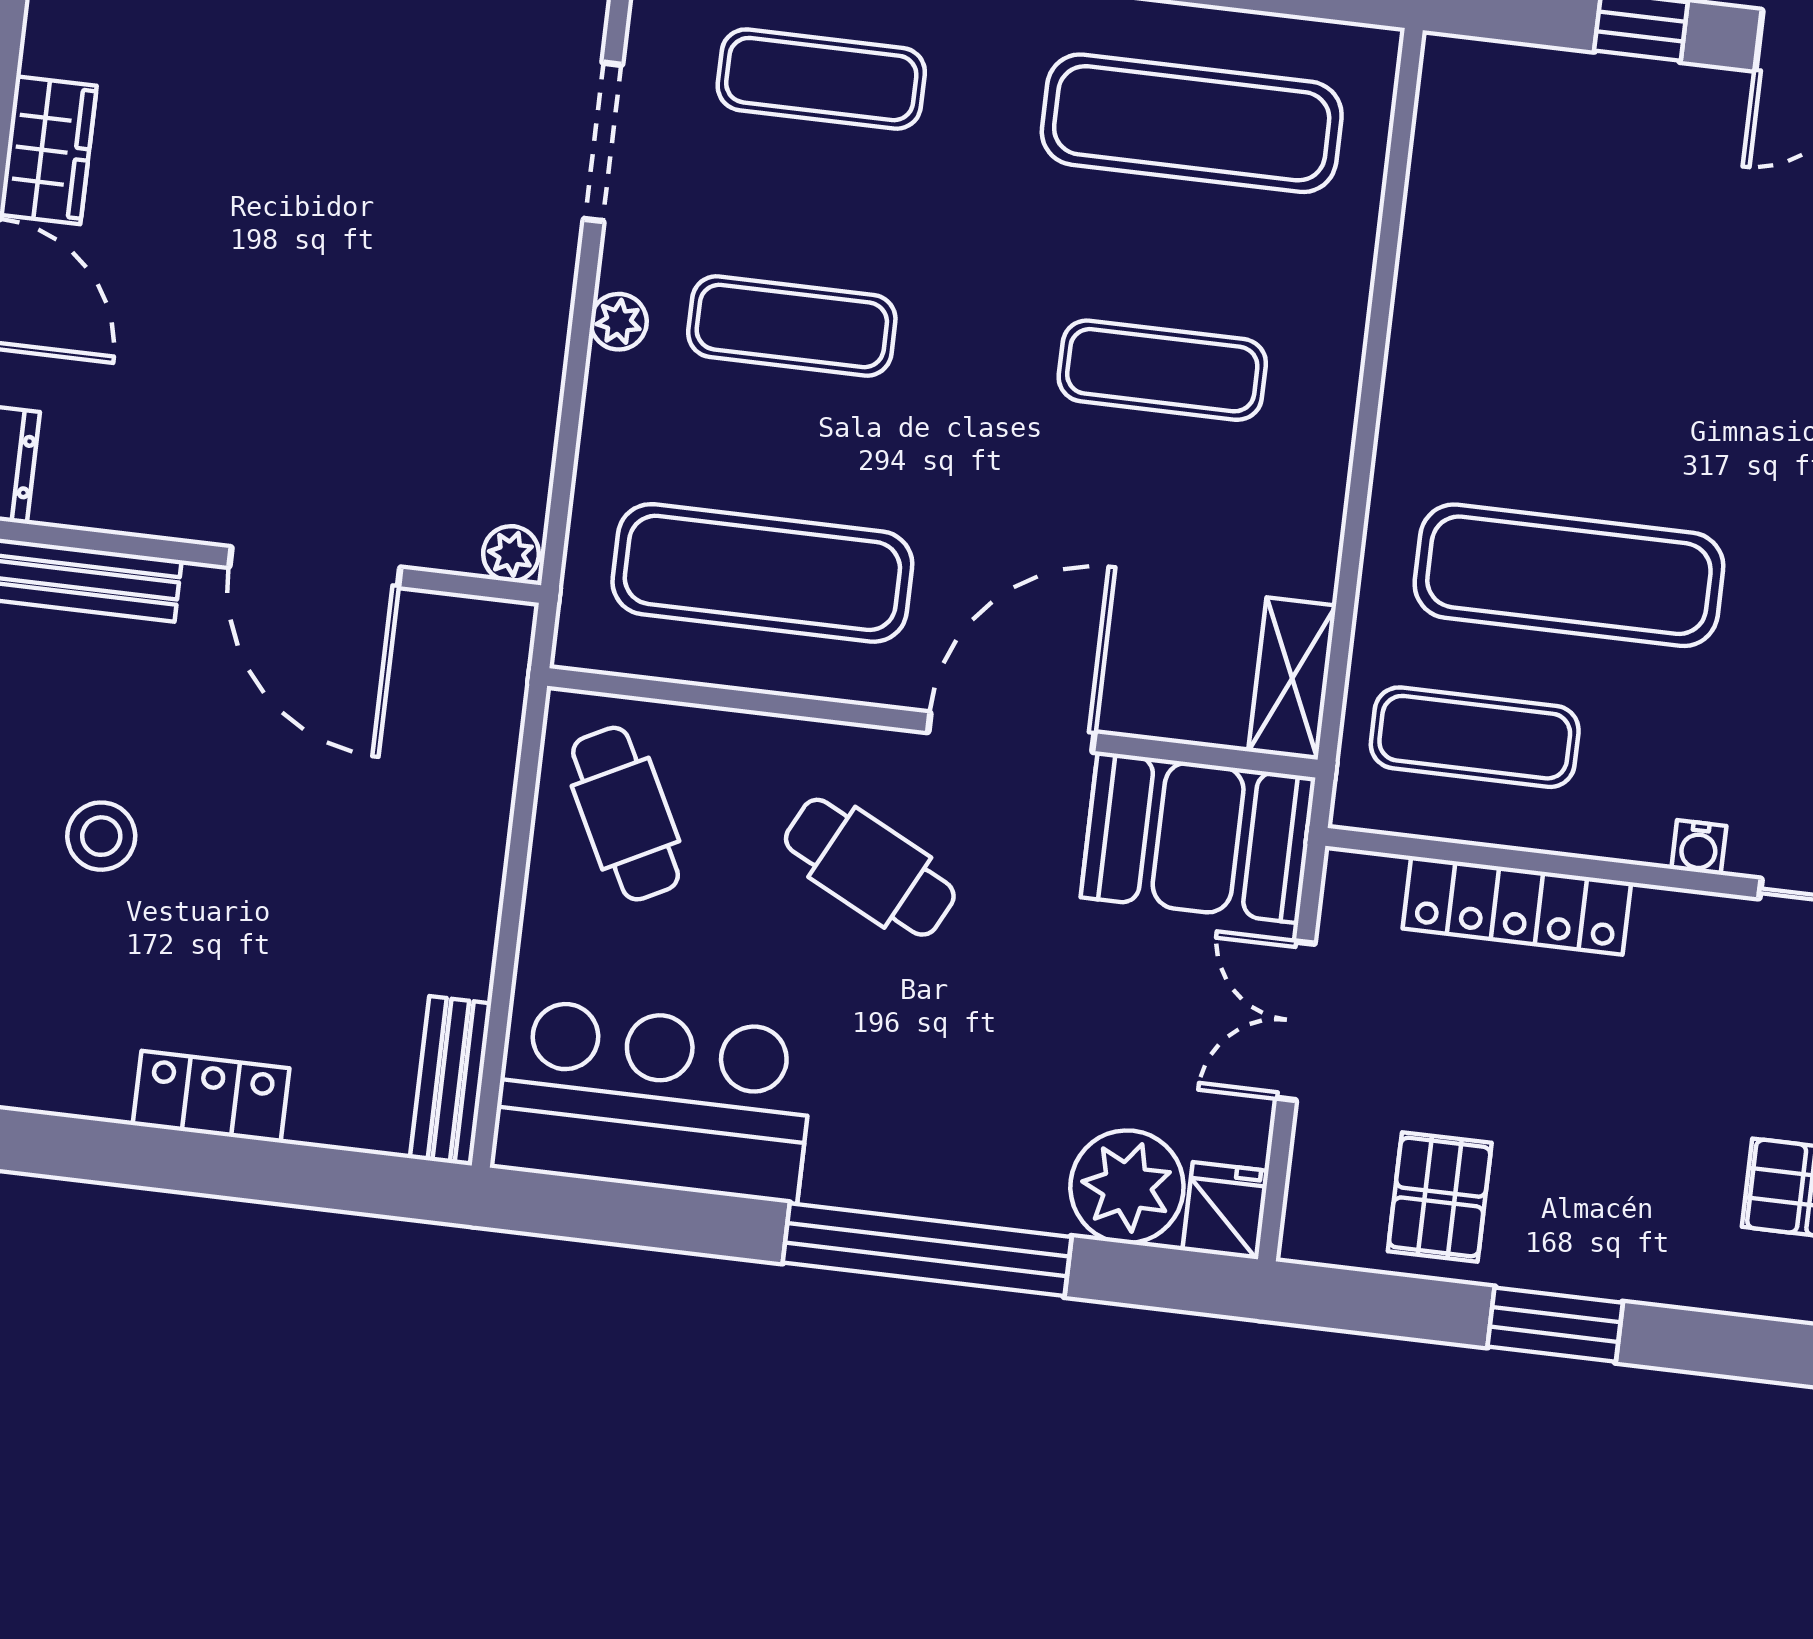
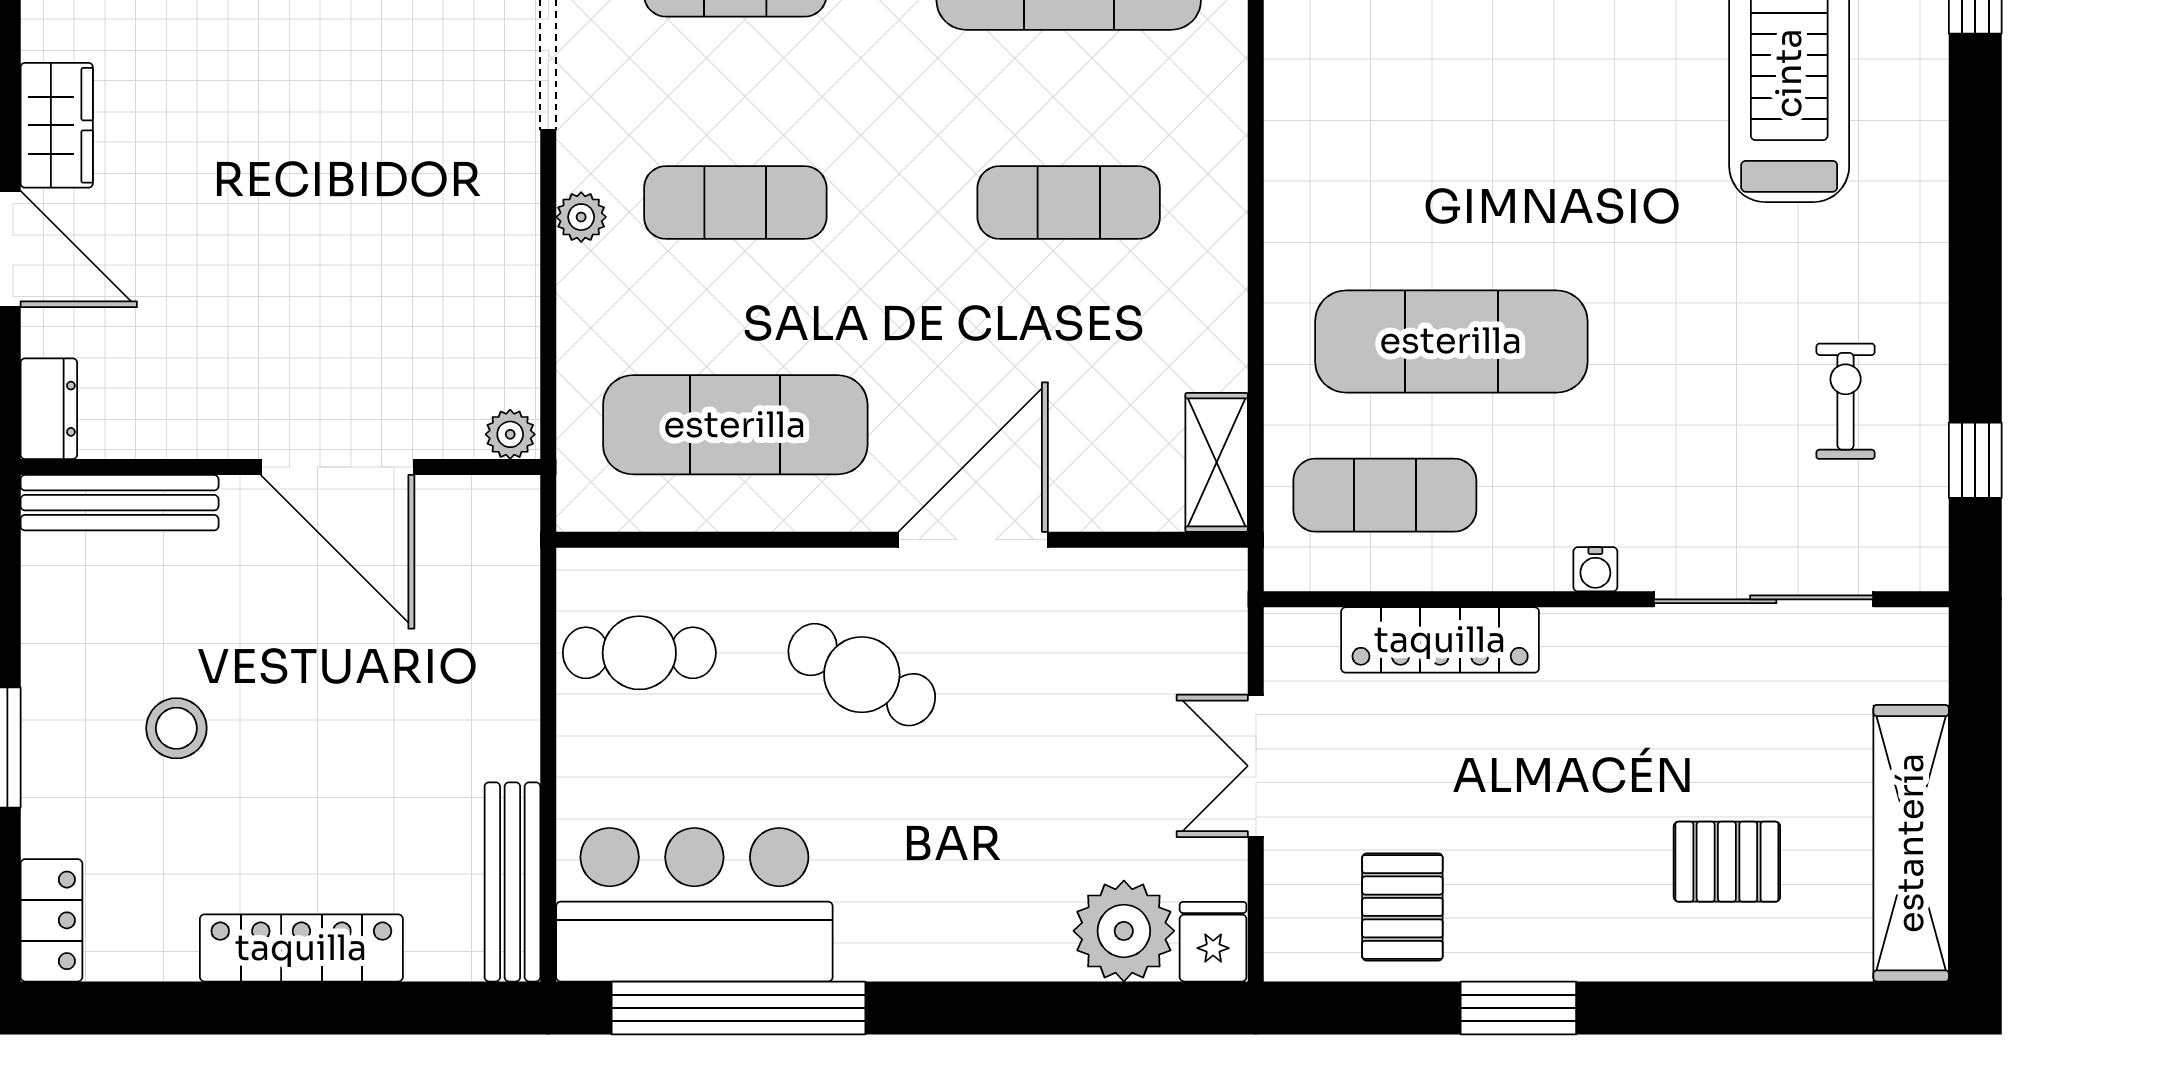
cafe table: (626, 814) -> (639, 653), turned -63
booth: (1198, 837) -> (1150, 613), removed
bench: (451, 1081) -> (512, 882), width x1.36
locker: (211, 1097) -> (301, 948), width x1.53
window: (927, 1250) -> (738, 1008), moved

